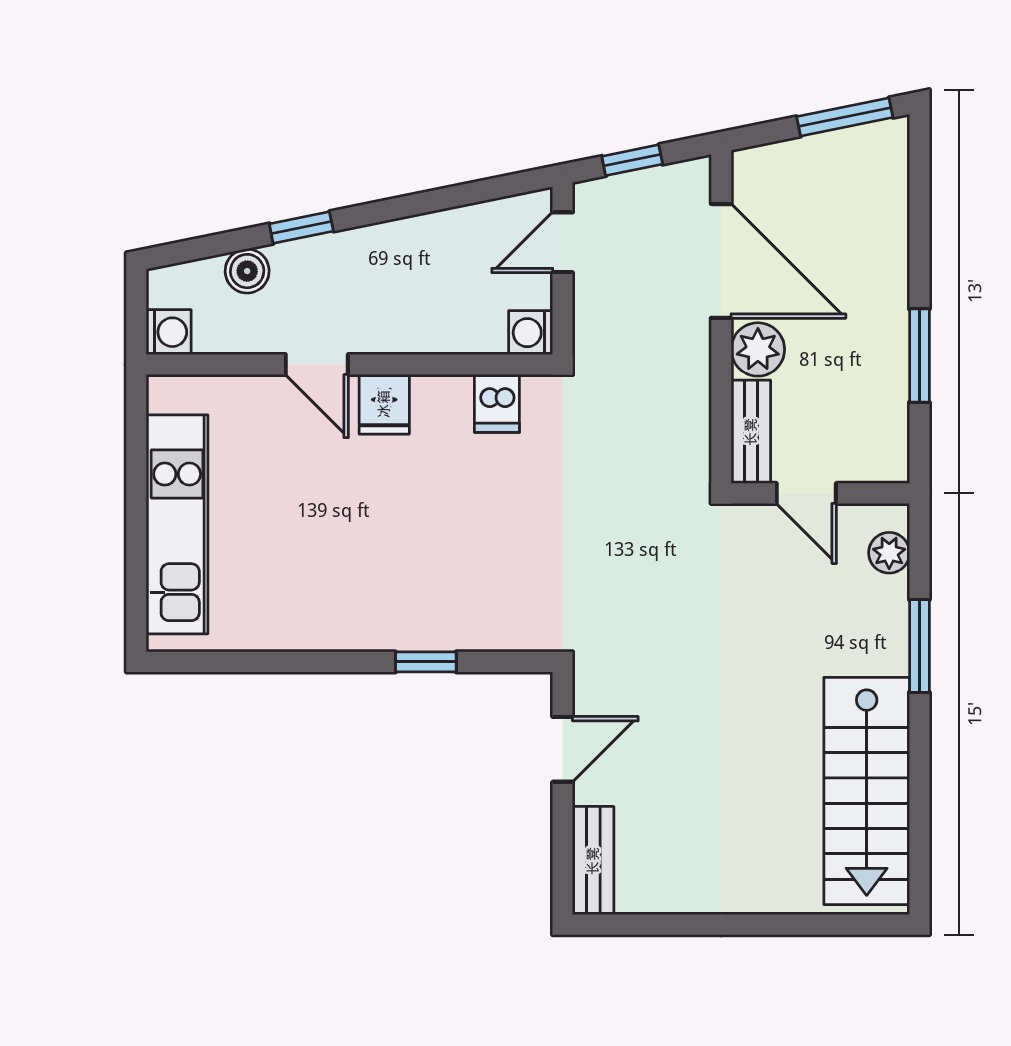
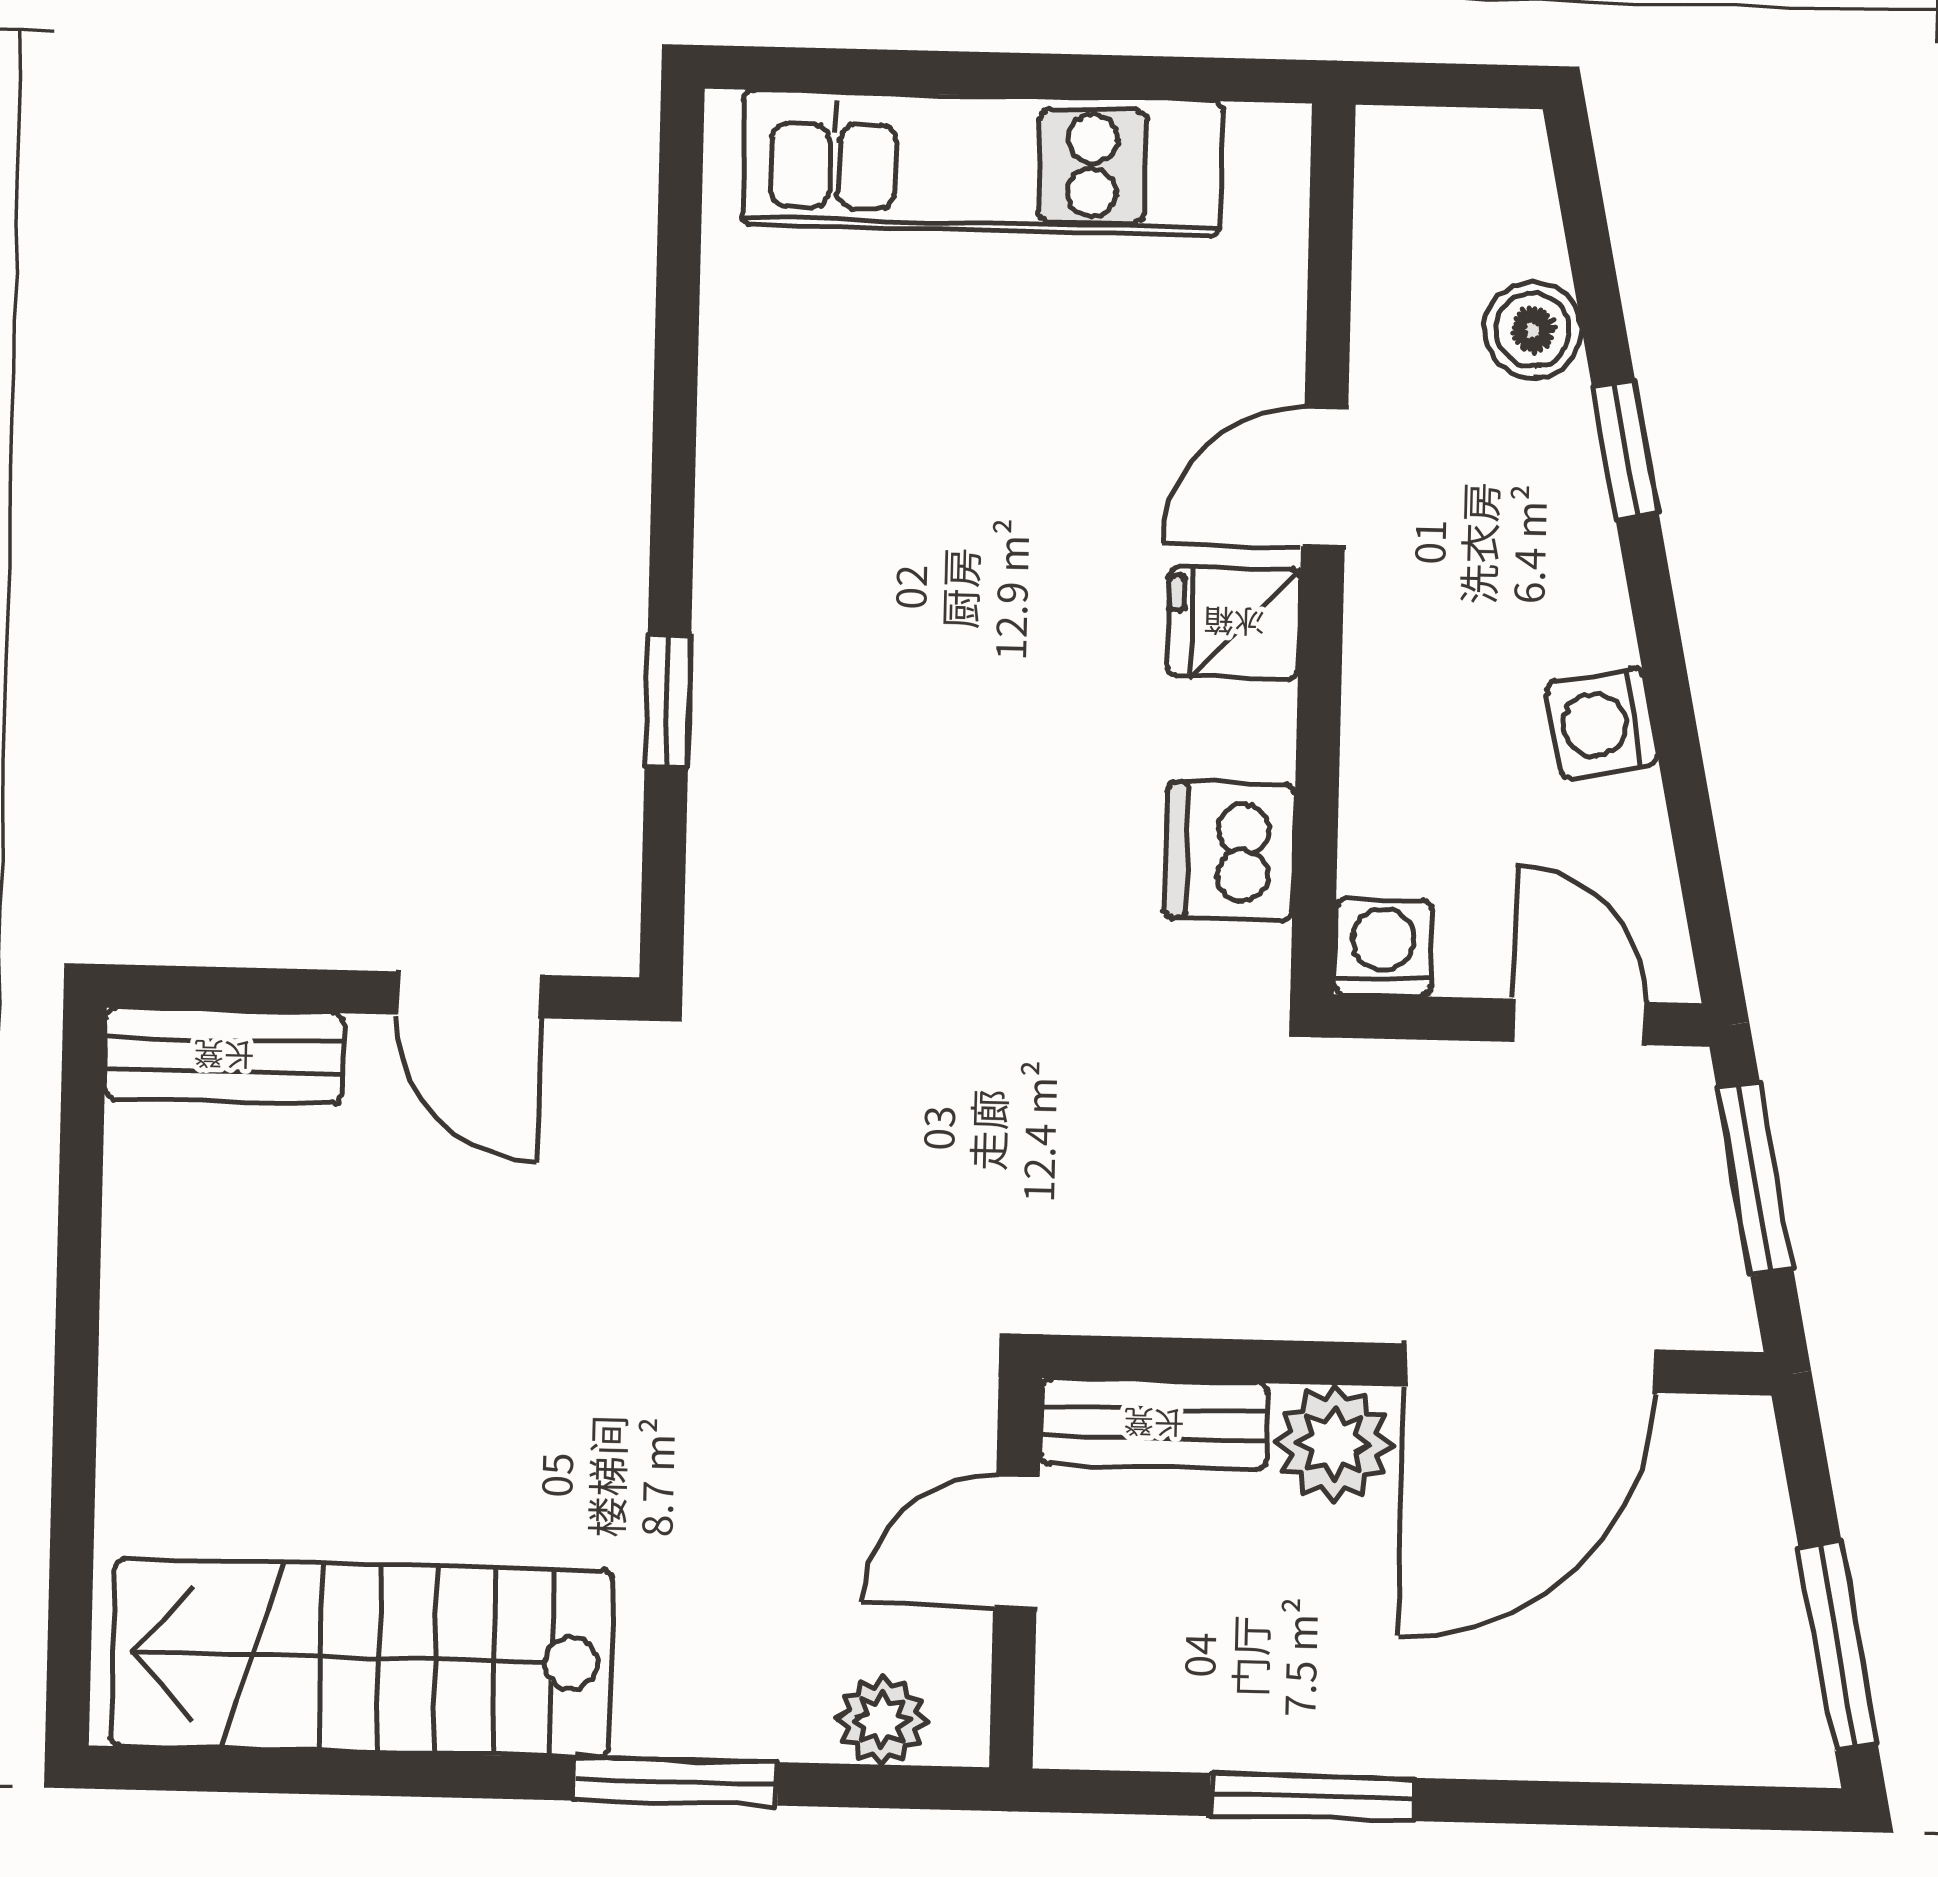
window: (632, 160) -> (1755, 1179), width x1.50
washing machine: (169, 332) -> (1602, 723), moved, turned 79
dishwasher: (497, 403) -> (1230, 851), width x1.38

